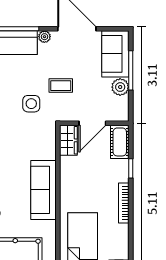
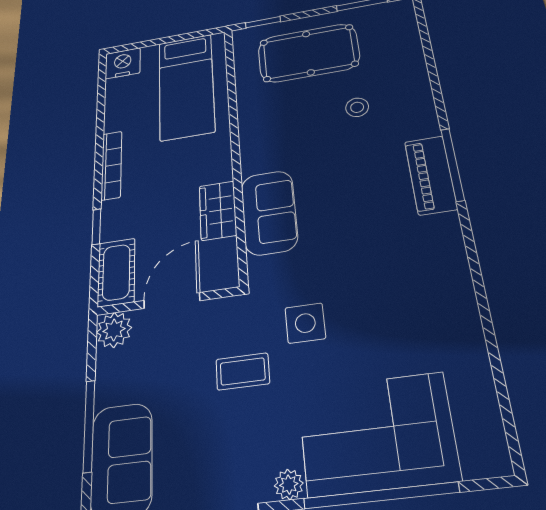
plant: (120, 87) -> (114, 330), moved
wardrobe: (68, 140) -> (218, 210), moved
sofa: (43, 190) -> (269, 212), moved, width x0.73

